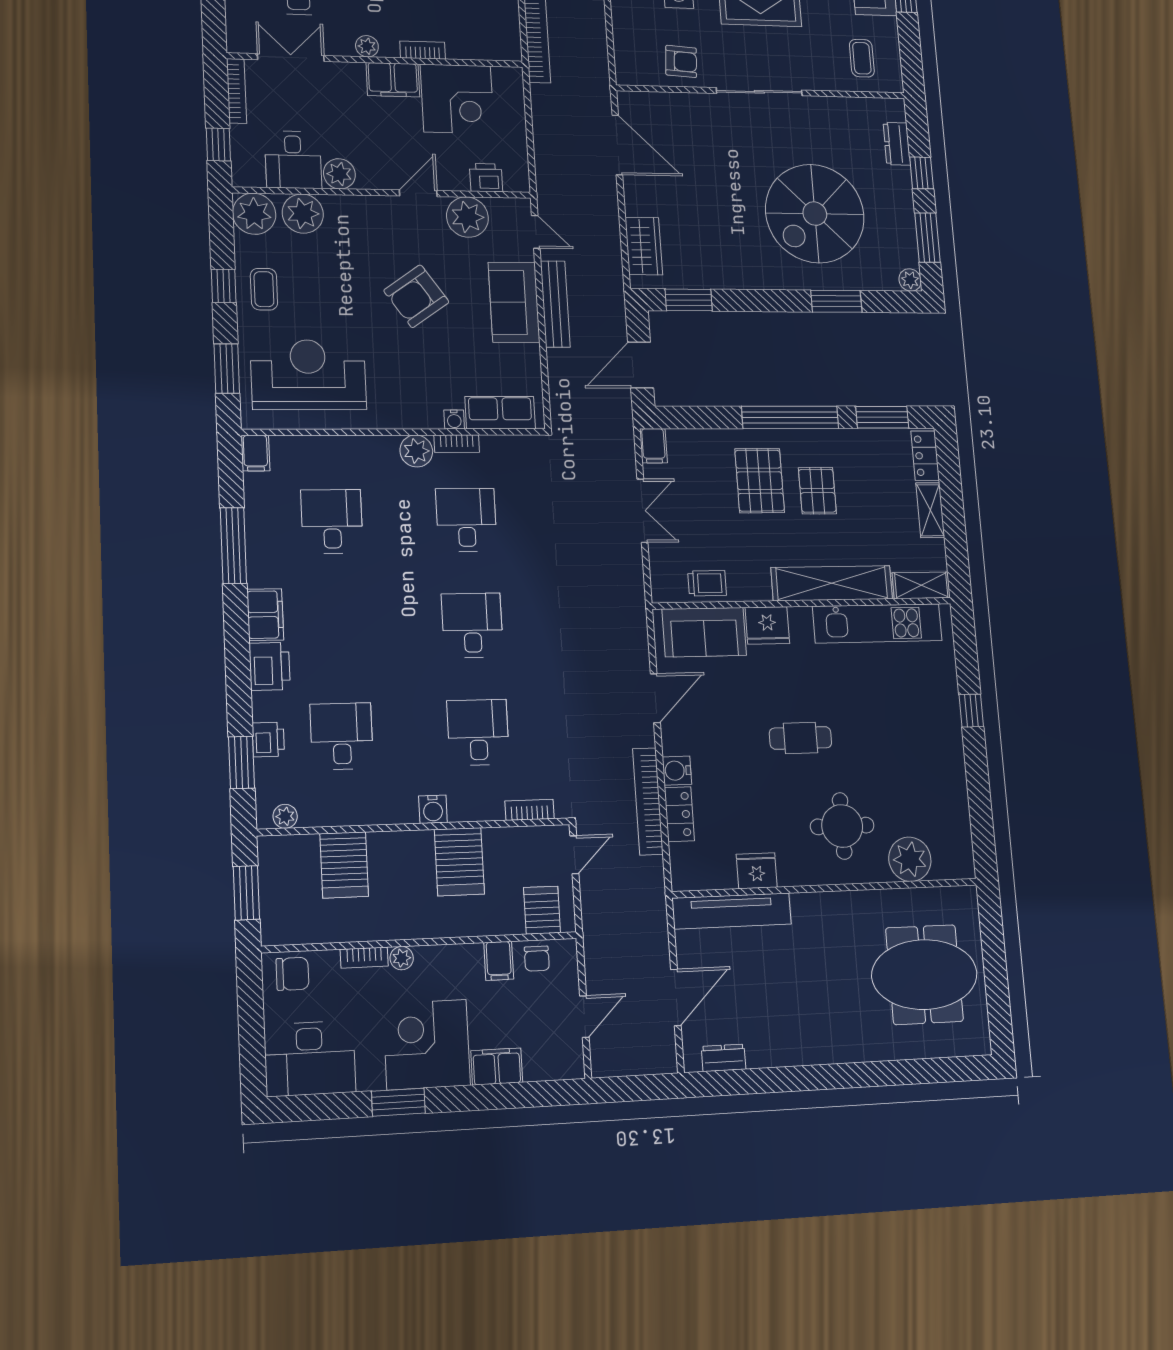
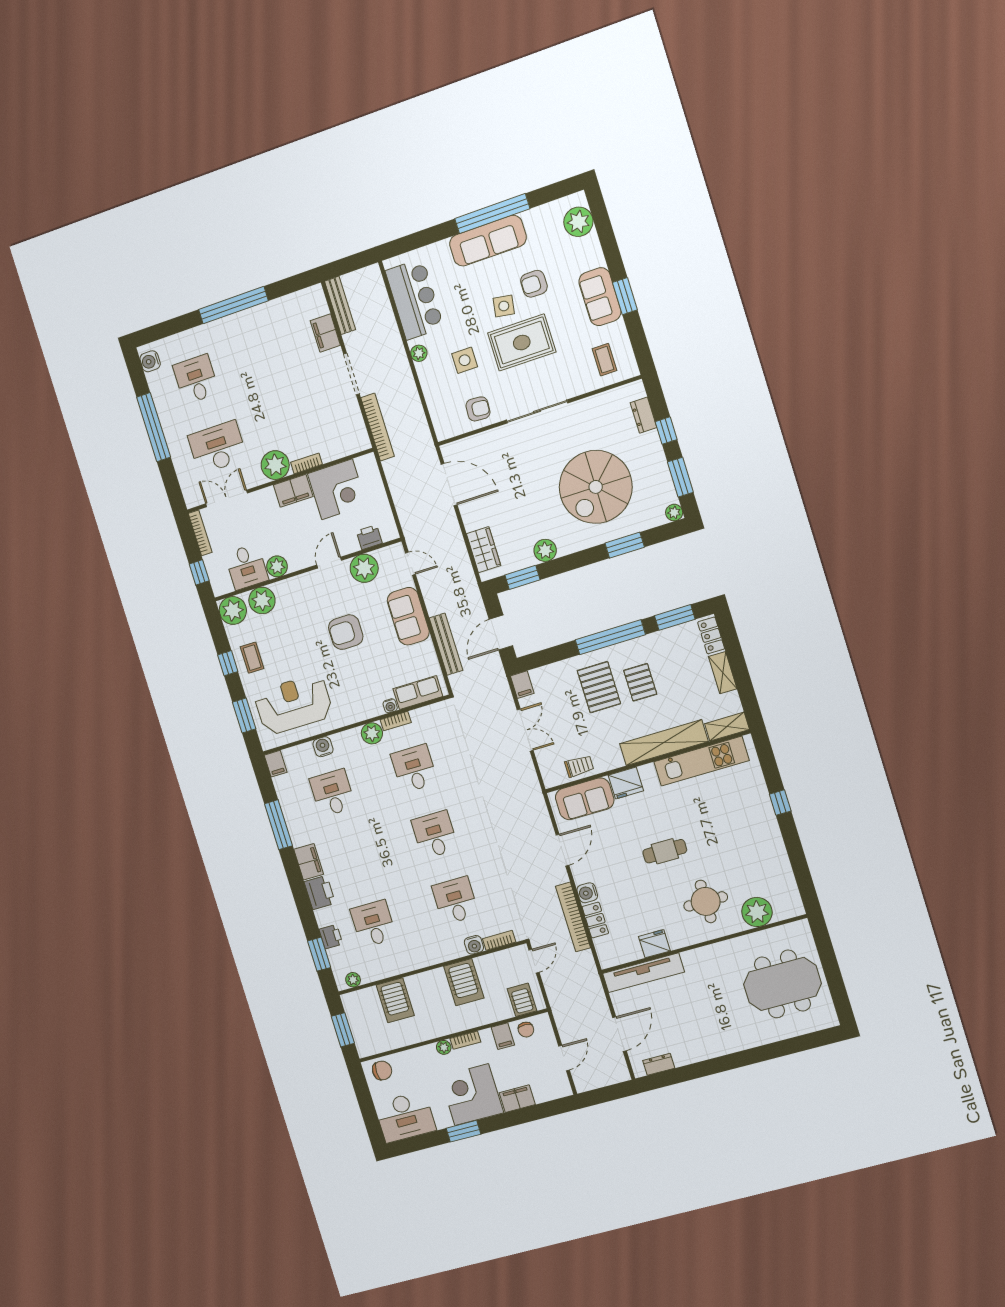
plant: (367, 46) -> (275, 465), width x1.88, depth x1.88
plant: (728, 274) -> (545, 550), added
armchair: (416, 296) -> (346, 632), turned 35
bench: (555, 304) -> (446, 644), moved
water cooler: (336, 449) -> (323, 747), added
water cooler: (433, 809) -> (474, 945), moved
bookcase: (364, 958) -> (465, 1040), moved

